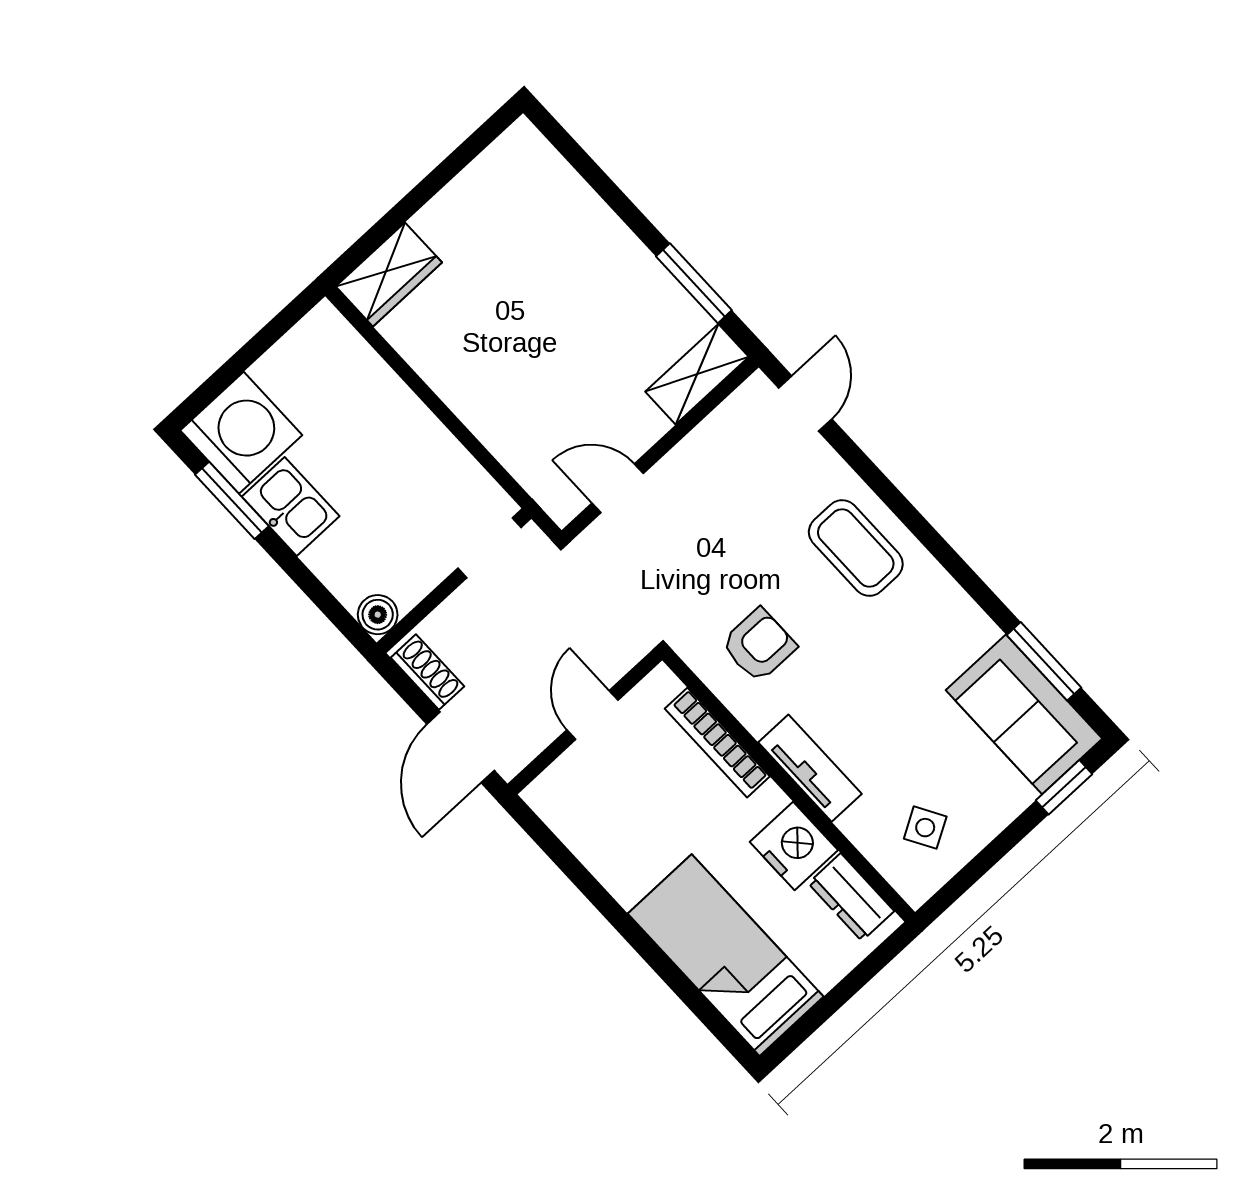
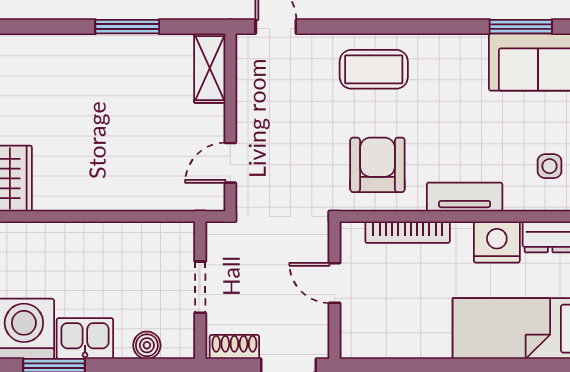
window: (694, 283) -> (127, 27), moved
doorway: (489, 548) -> (200, 287), moved
boiler: (378, 615) -> (147, 345), moved
armchair: (759, 645) -> (377, 165), width x1.38, depth x1.38
side table: (925, 828) -> (550, 166), turned 30

